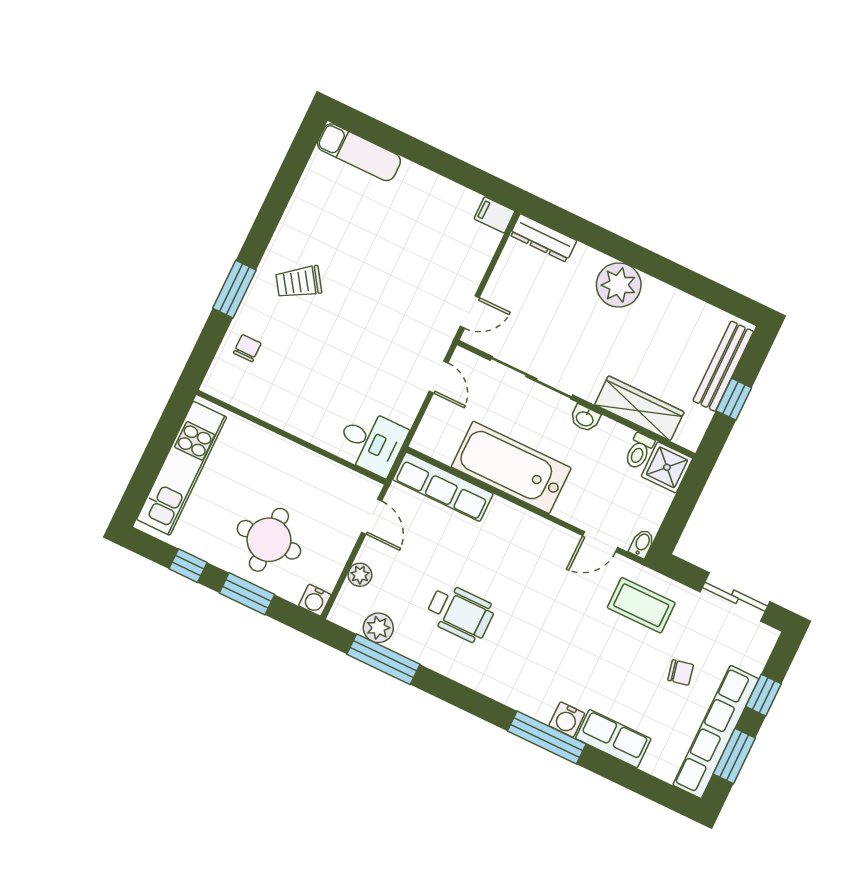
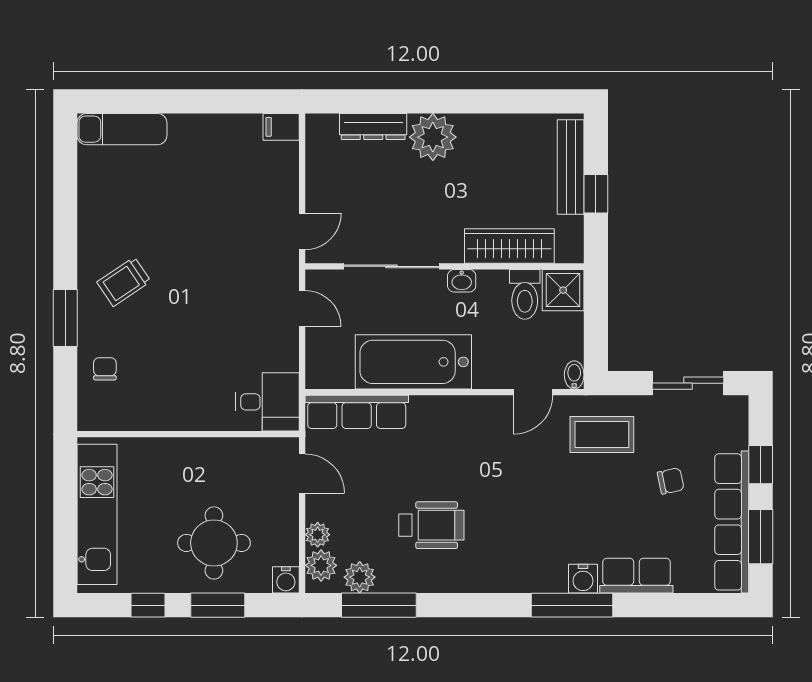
dresser: (543, 238) -> (373, 127), moved
toilet: (639, 451) -> (525, 294), width x1.37, depth x1.39
plant: (350, 602) -> (321, 565), added

